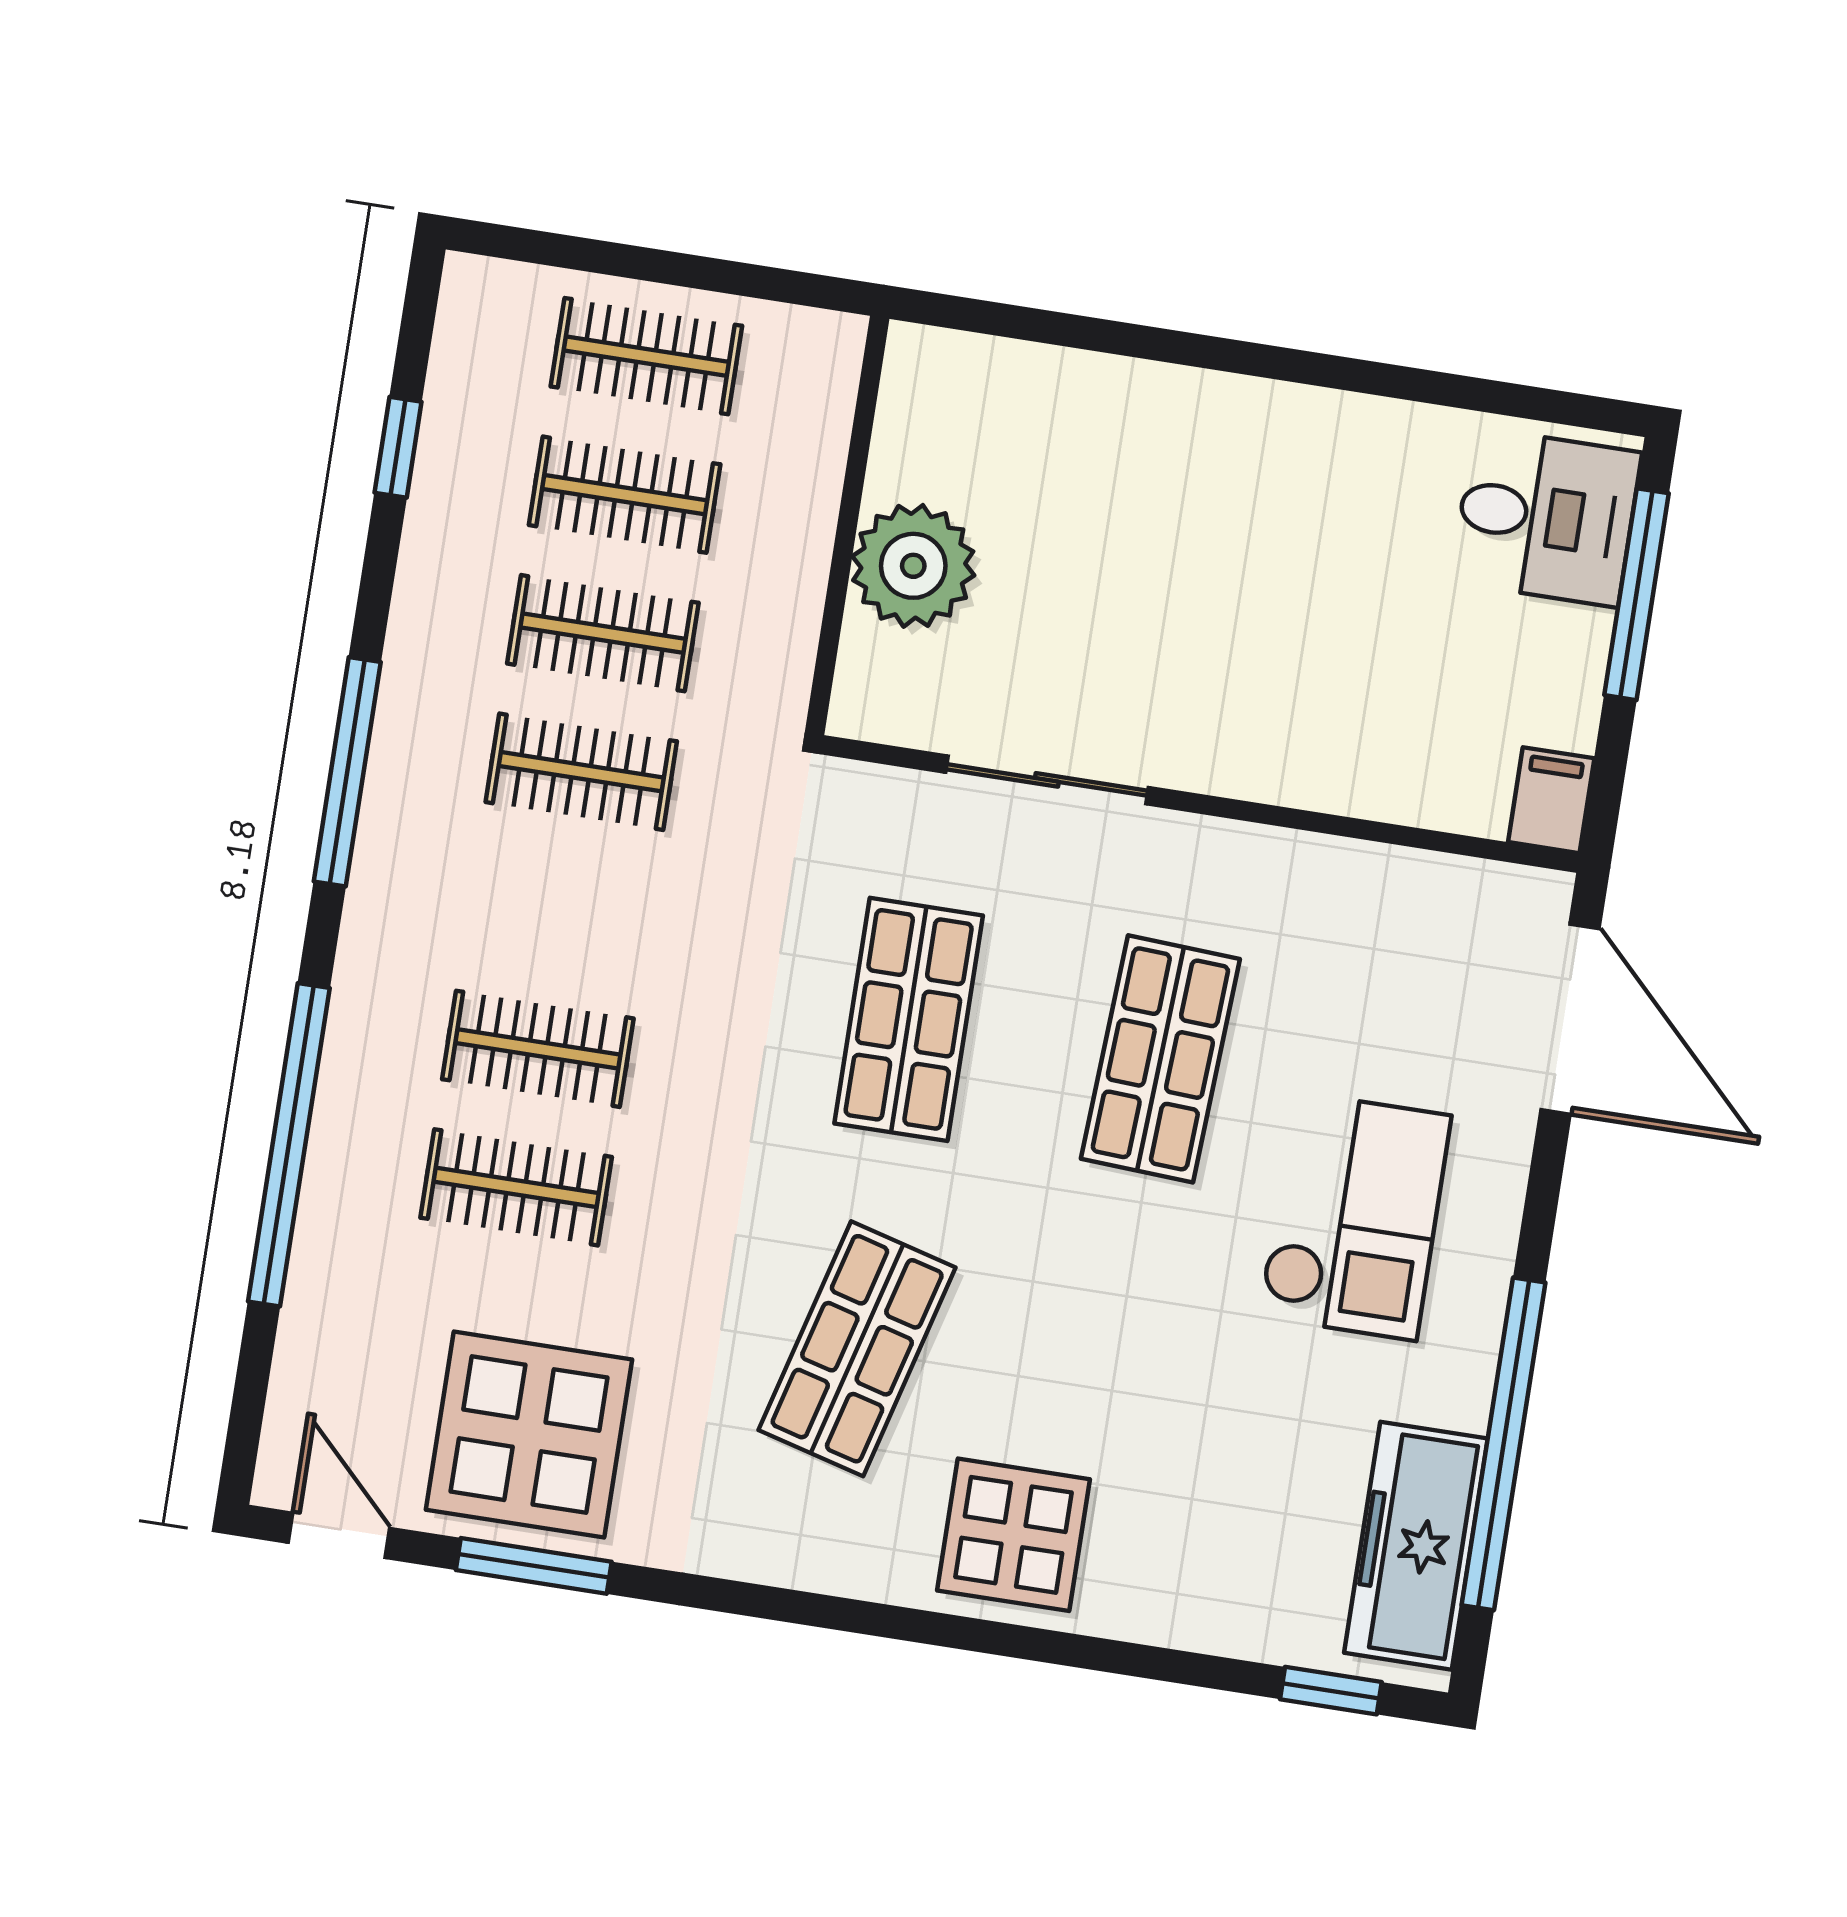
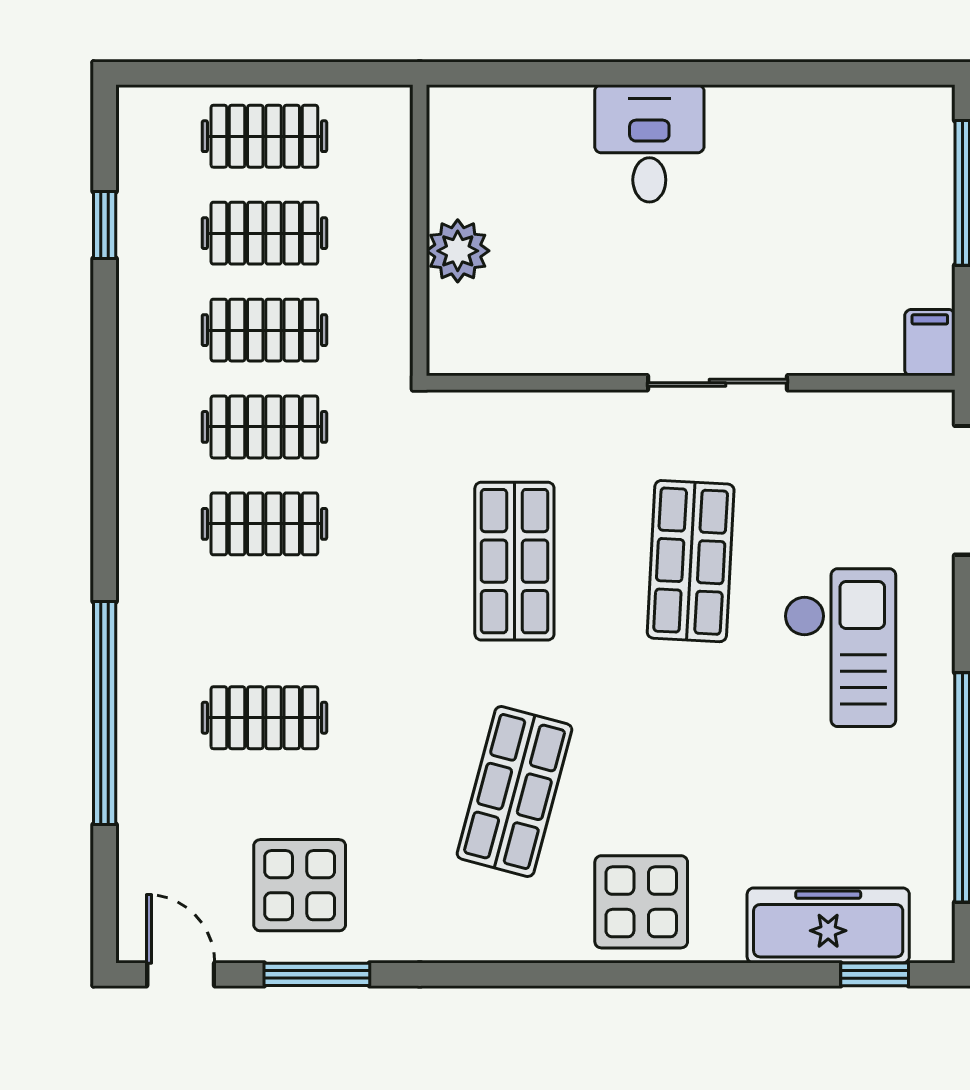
desk: (1546, 517) -> (649, 143), moved, turned -90
plant: (913, 566) -> (458, 251), width x0.73, depth x0.73
window: (347, 772) -> (105, 452), removed
sliding door: (1047, 780) -> (718, 383), moved
clothes rail: (538, 1049) -> (264, 524), moved
display table: (529, 1435) -> (300, 885), width x0.73, depth x0.73
freezer: (1416, 1546) -> (828, 925), moved, turned 90

